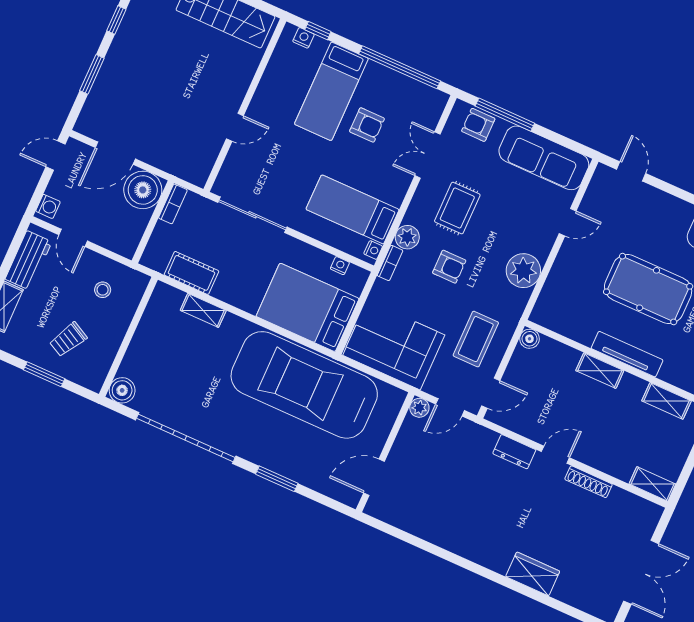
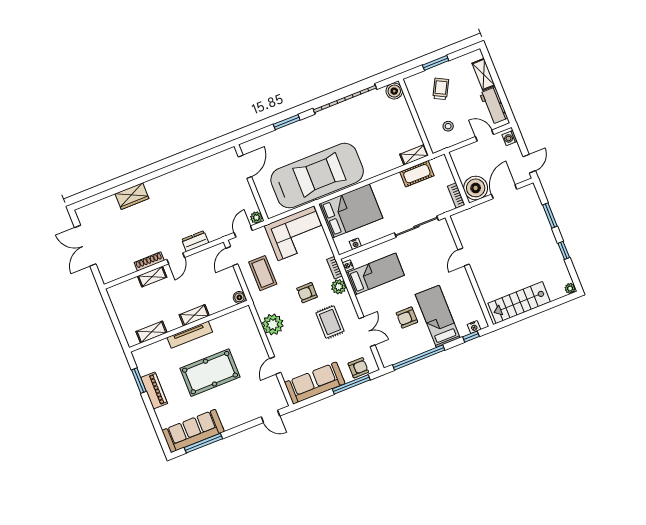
shelving: (203, 310) -> (414, 155), moved
shelving: (652, 484) -> (152, 277), moved

